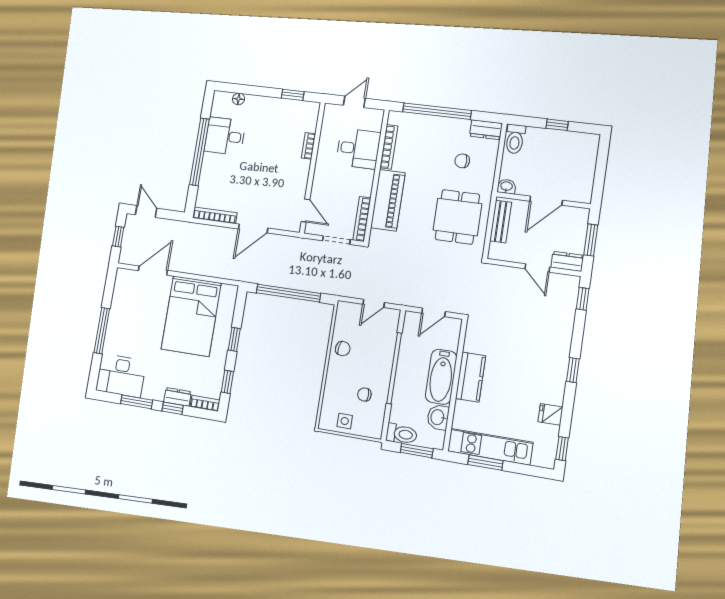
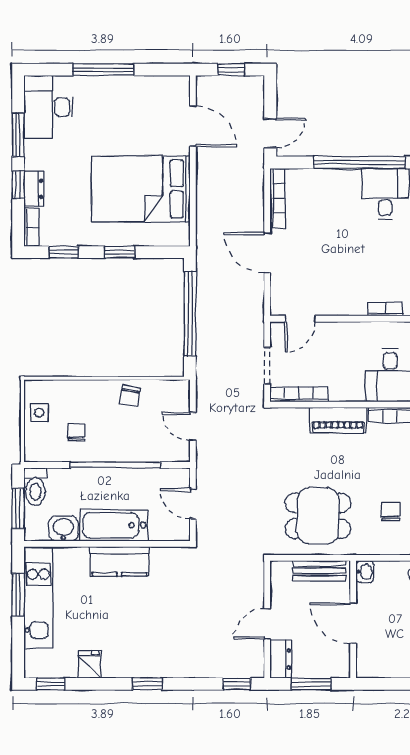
piano: (388, 200) -> (338, 420), width x0.73, depth x0.75
door: (146, 211) -> (270, 133), moved

